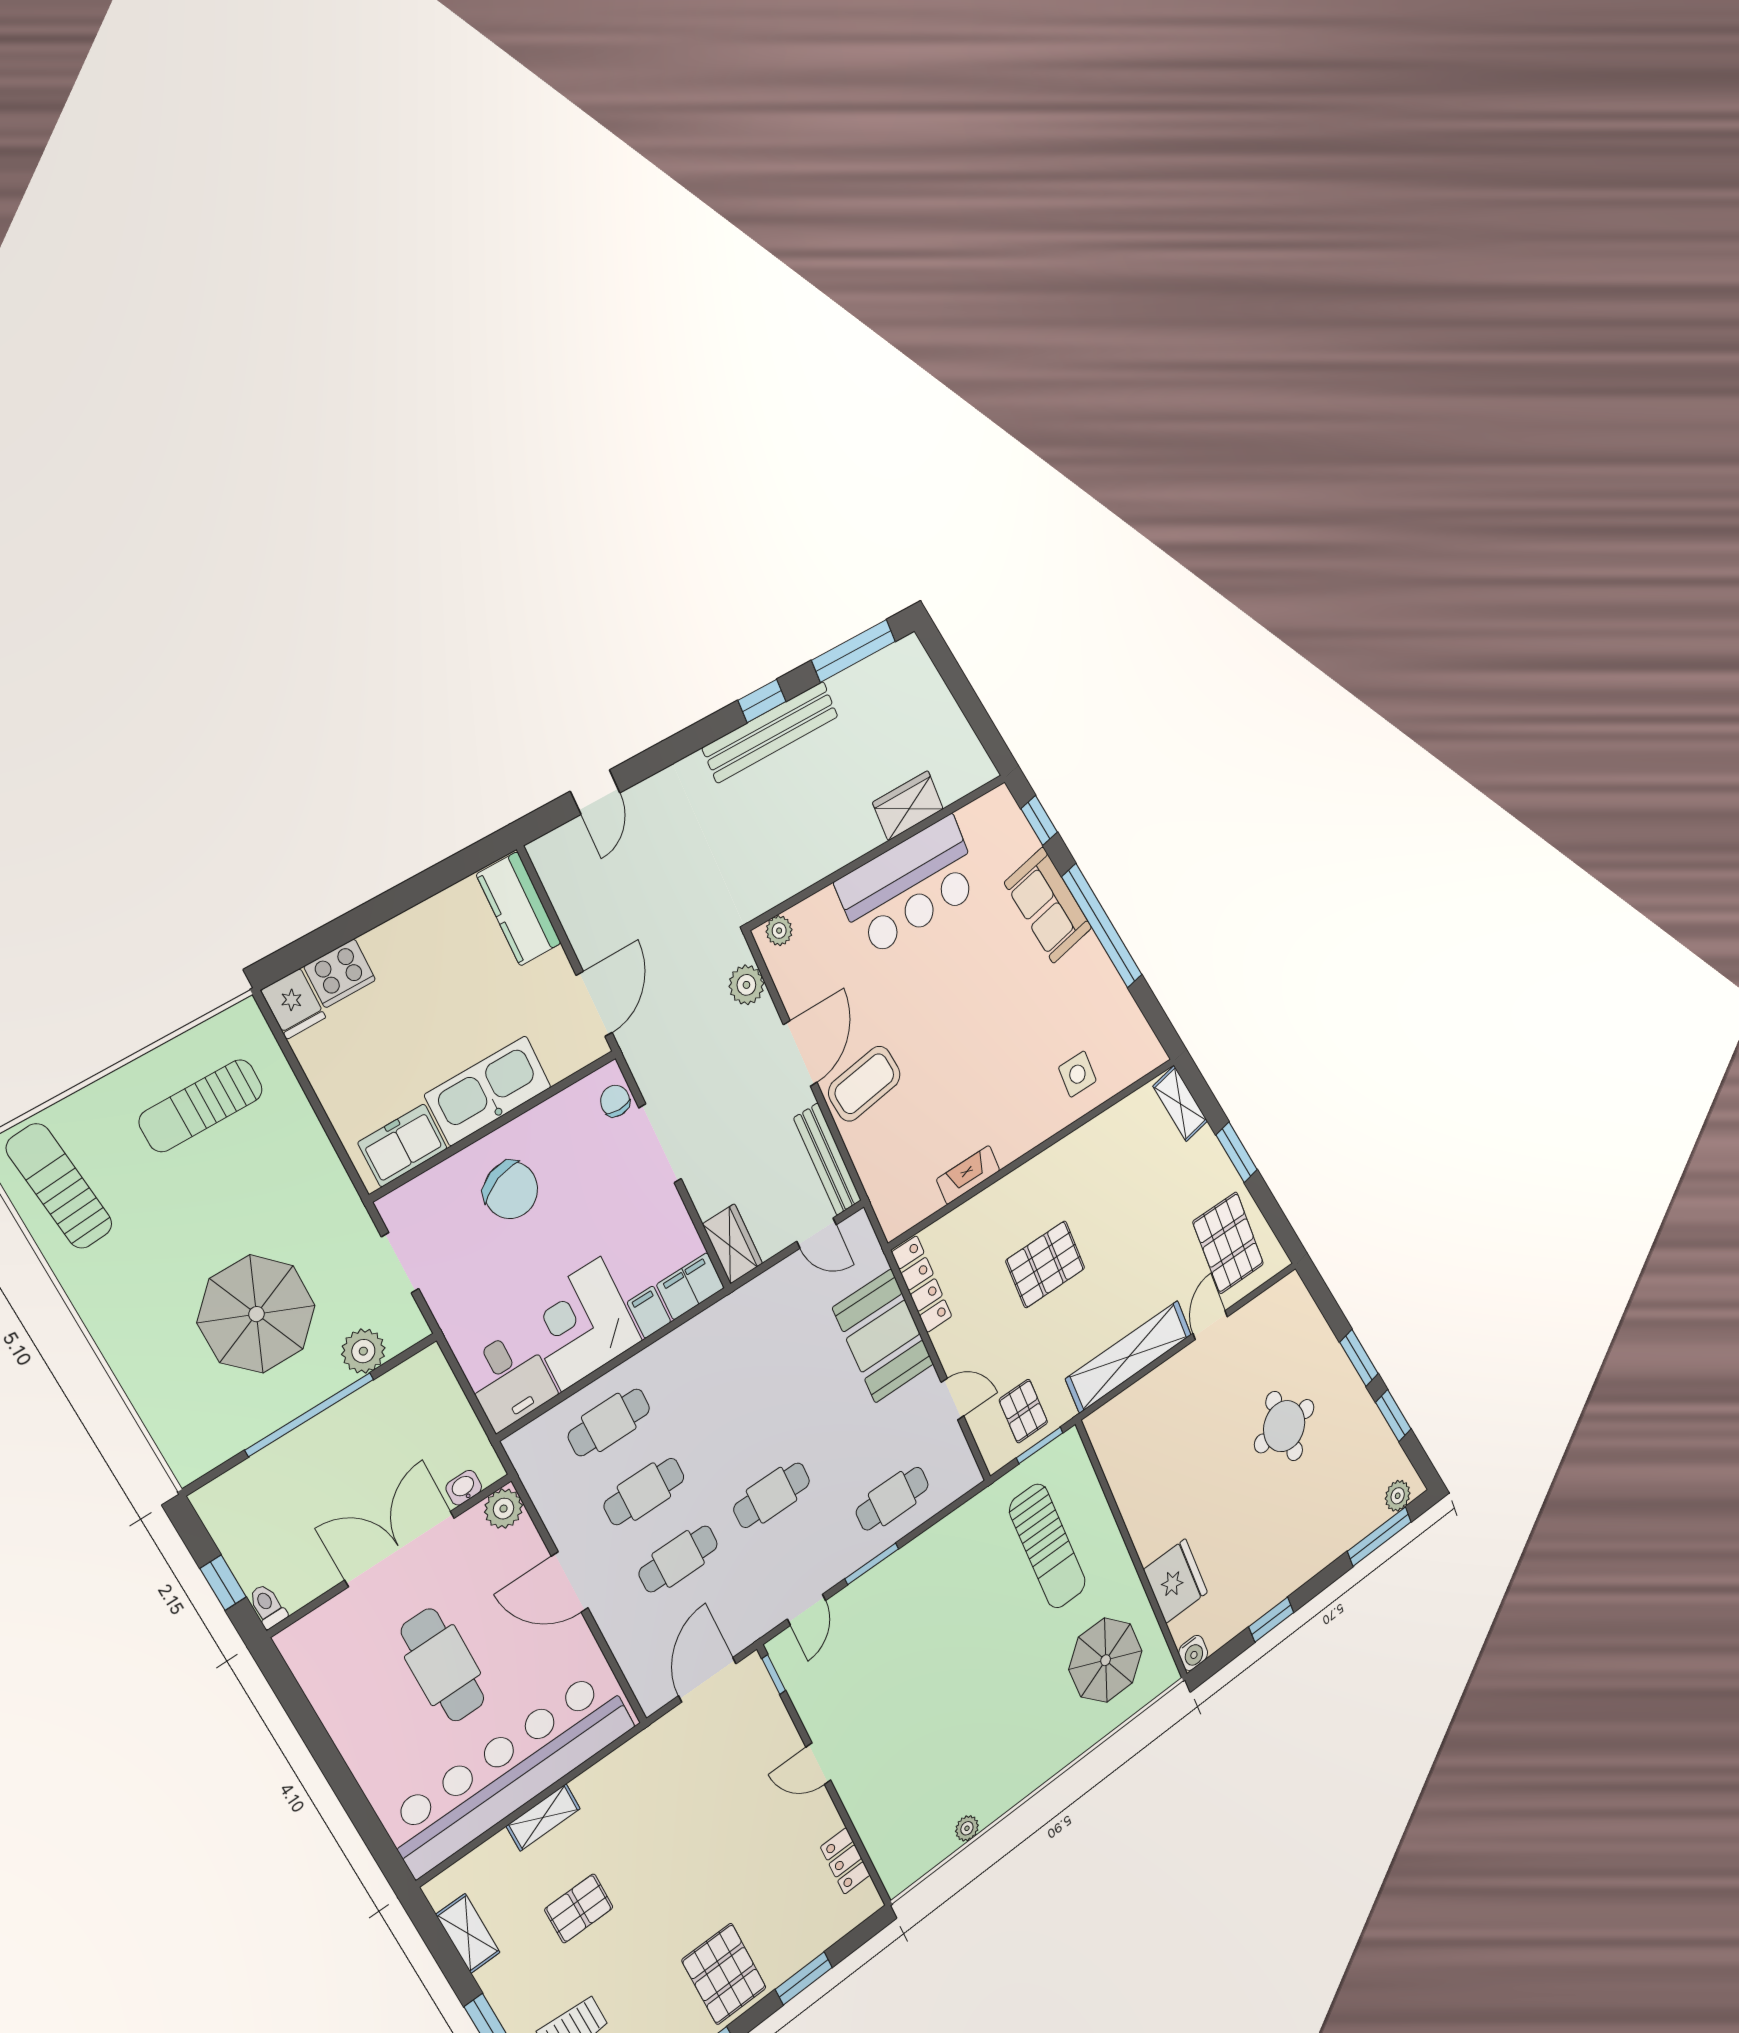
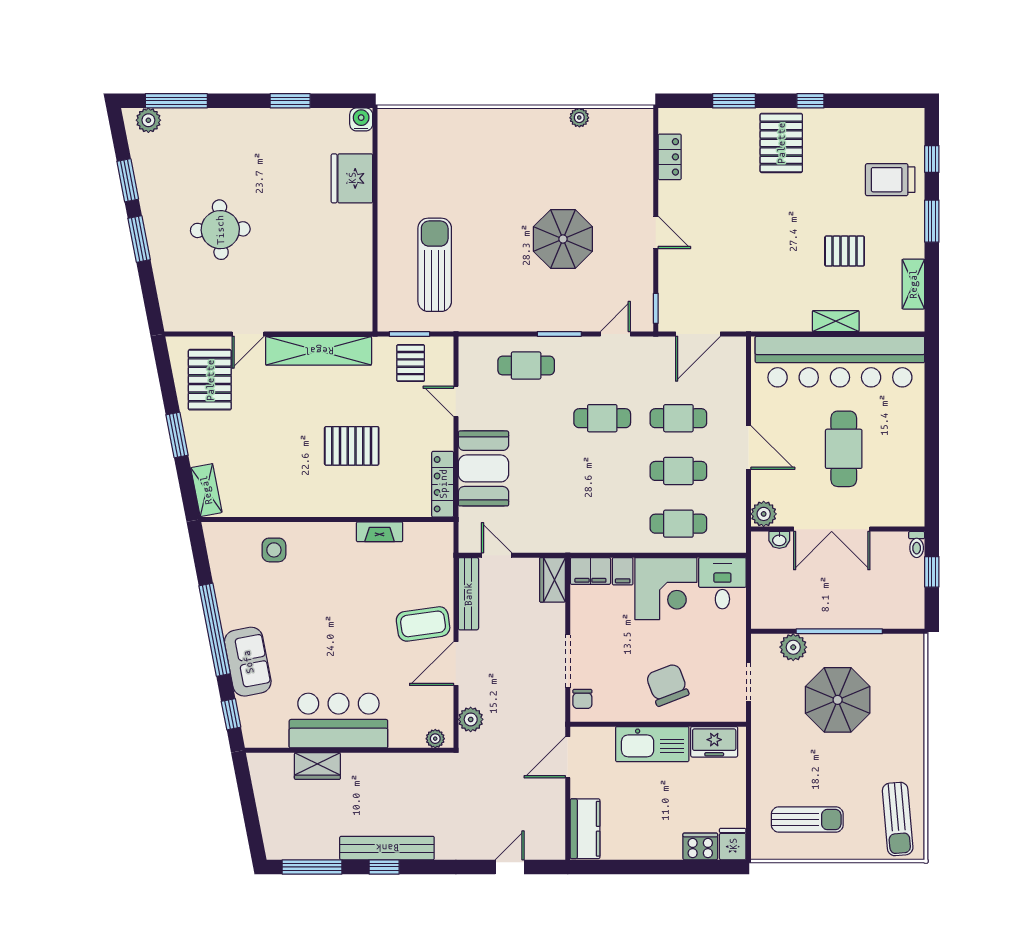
parasol: (1106, 1660) -> (563, 239), moved

